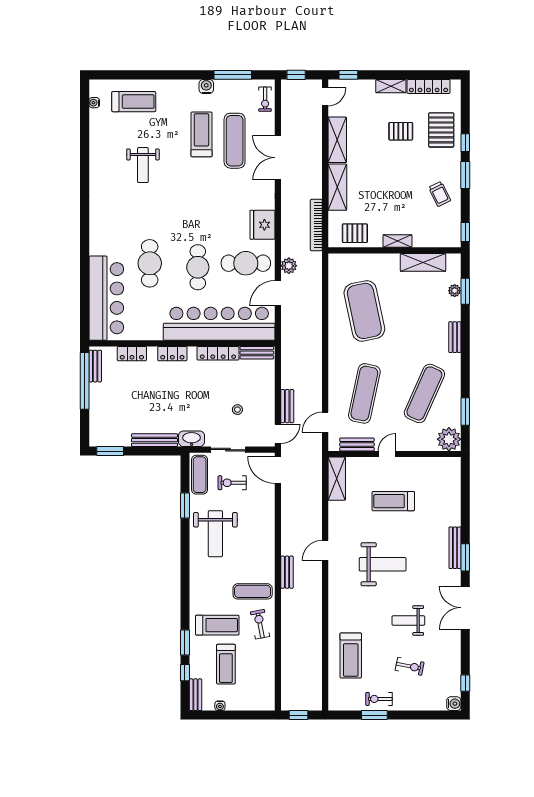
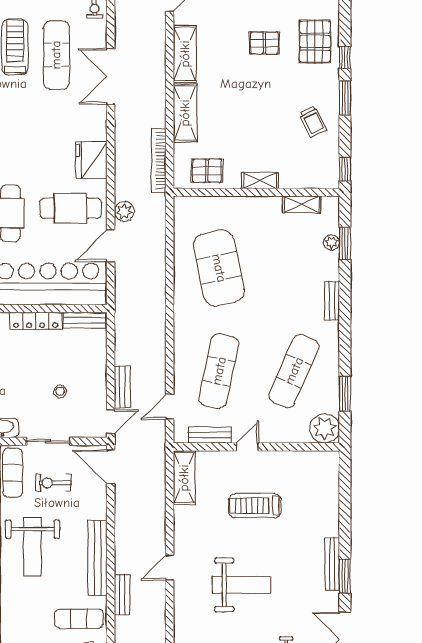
shelving: (423, 262) -> (302, 204), width x0.67, depth x0.75
bench: (267, 543) -> (97, 558), added

